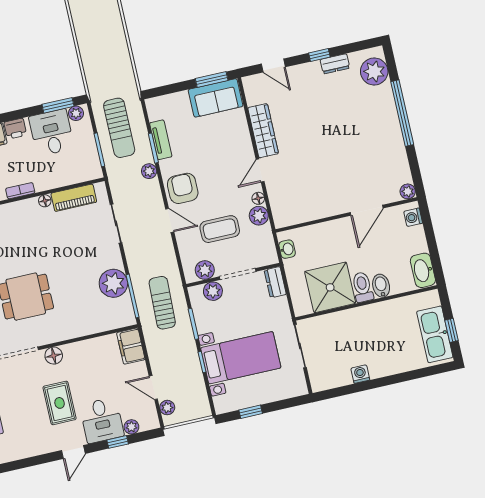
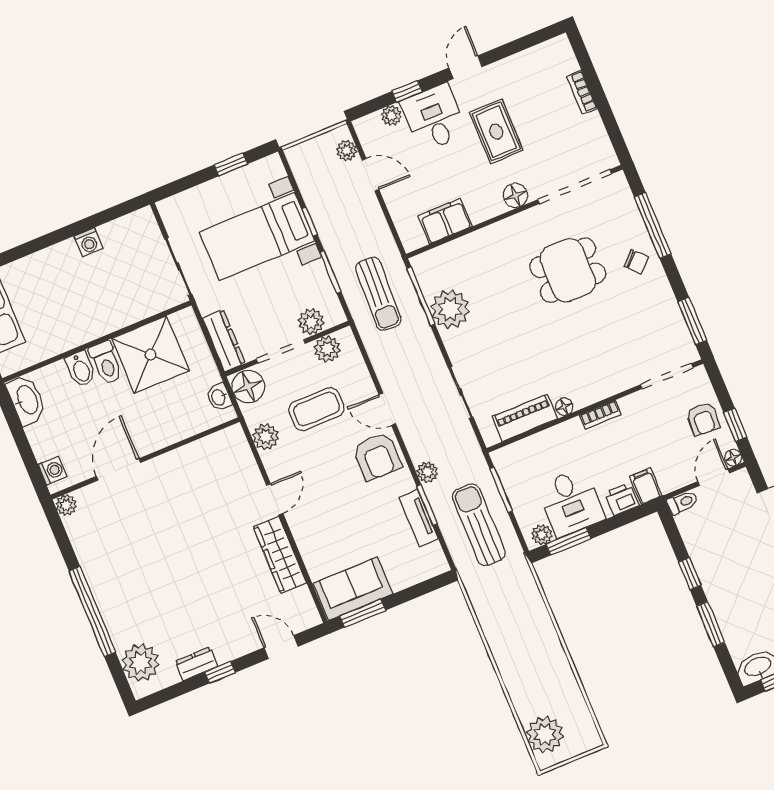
floor lamp: (258, 198) -> (248, 387), moved, width x1.89, depth x1.89
dresser: (275, 282) -> (224, 341), width x1.44
filing cabinet: (131, 346) -> (445, 221), moved, turned -90

